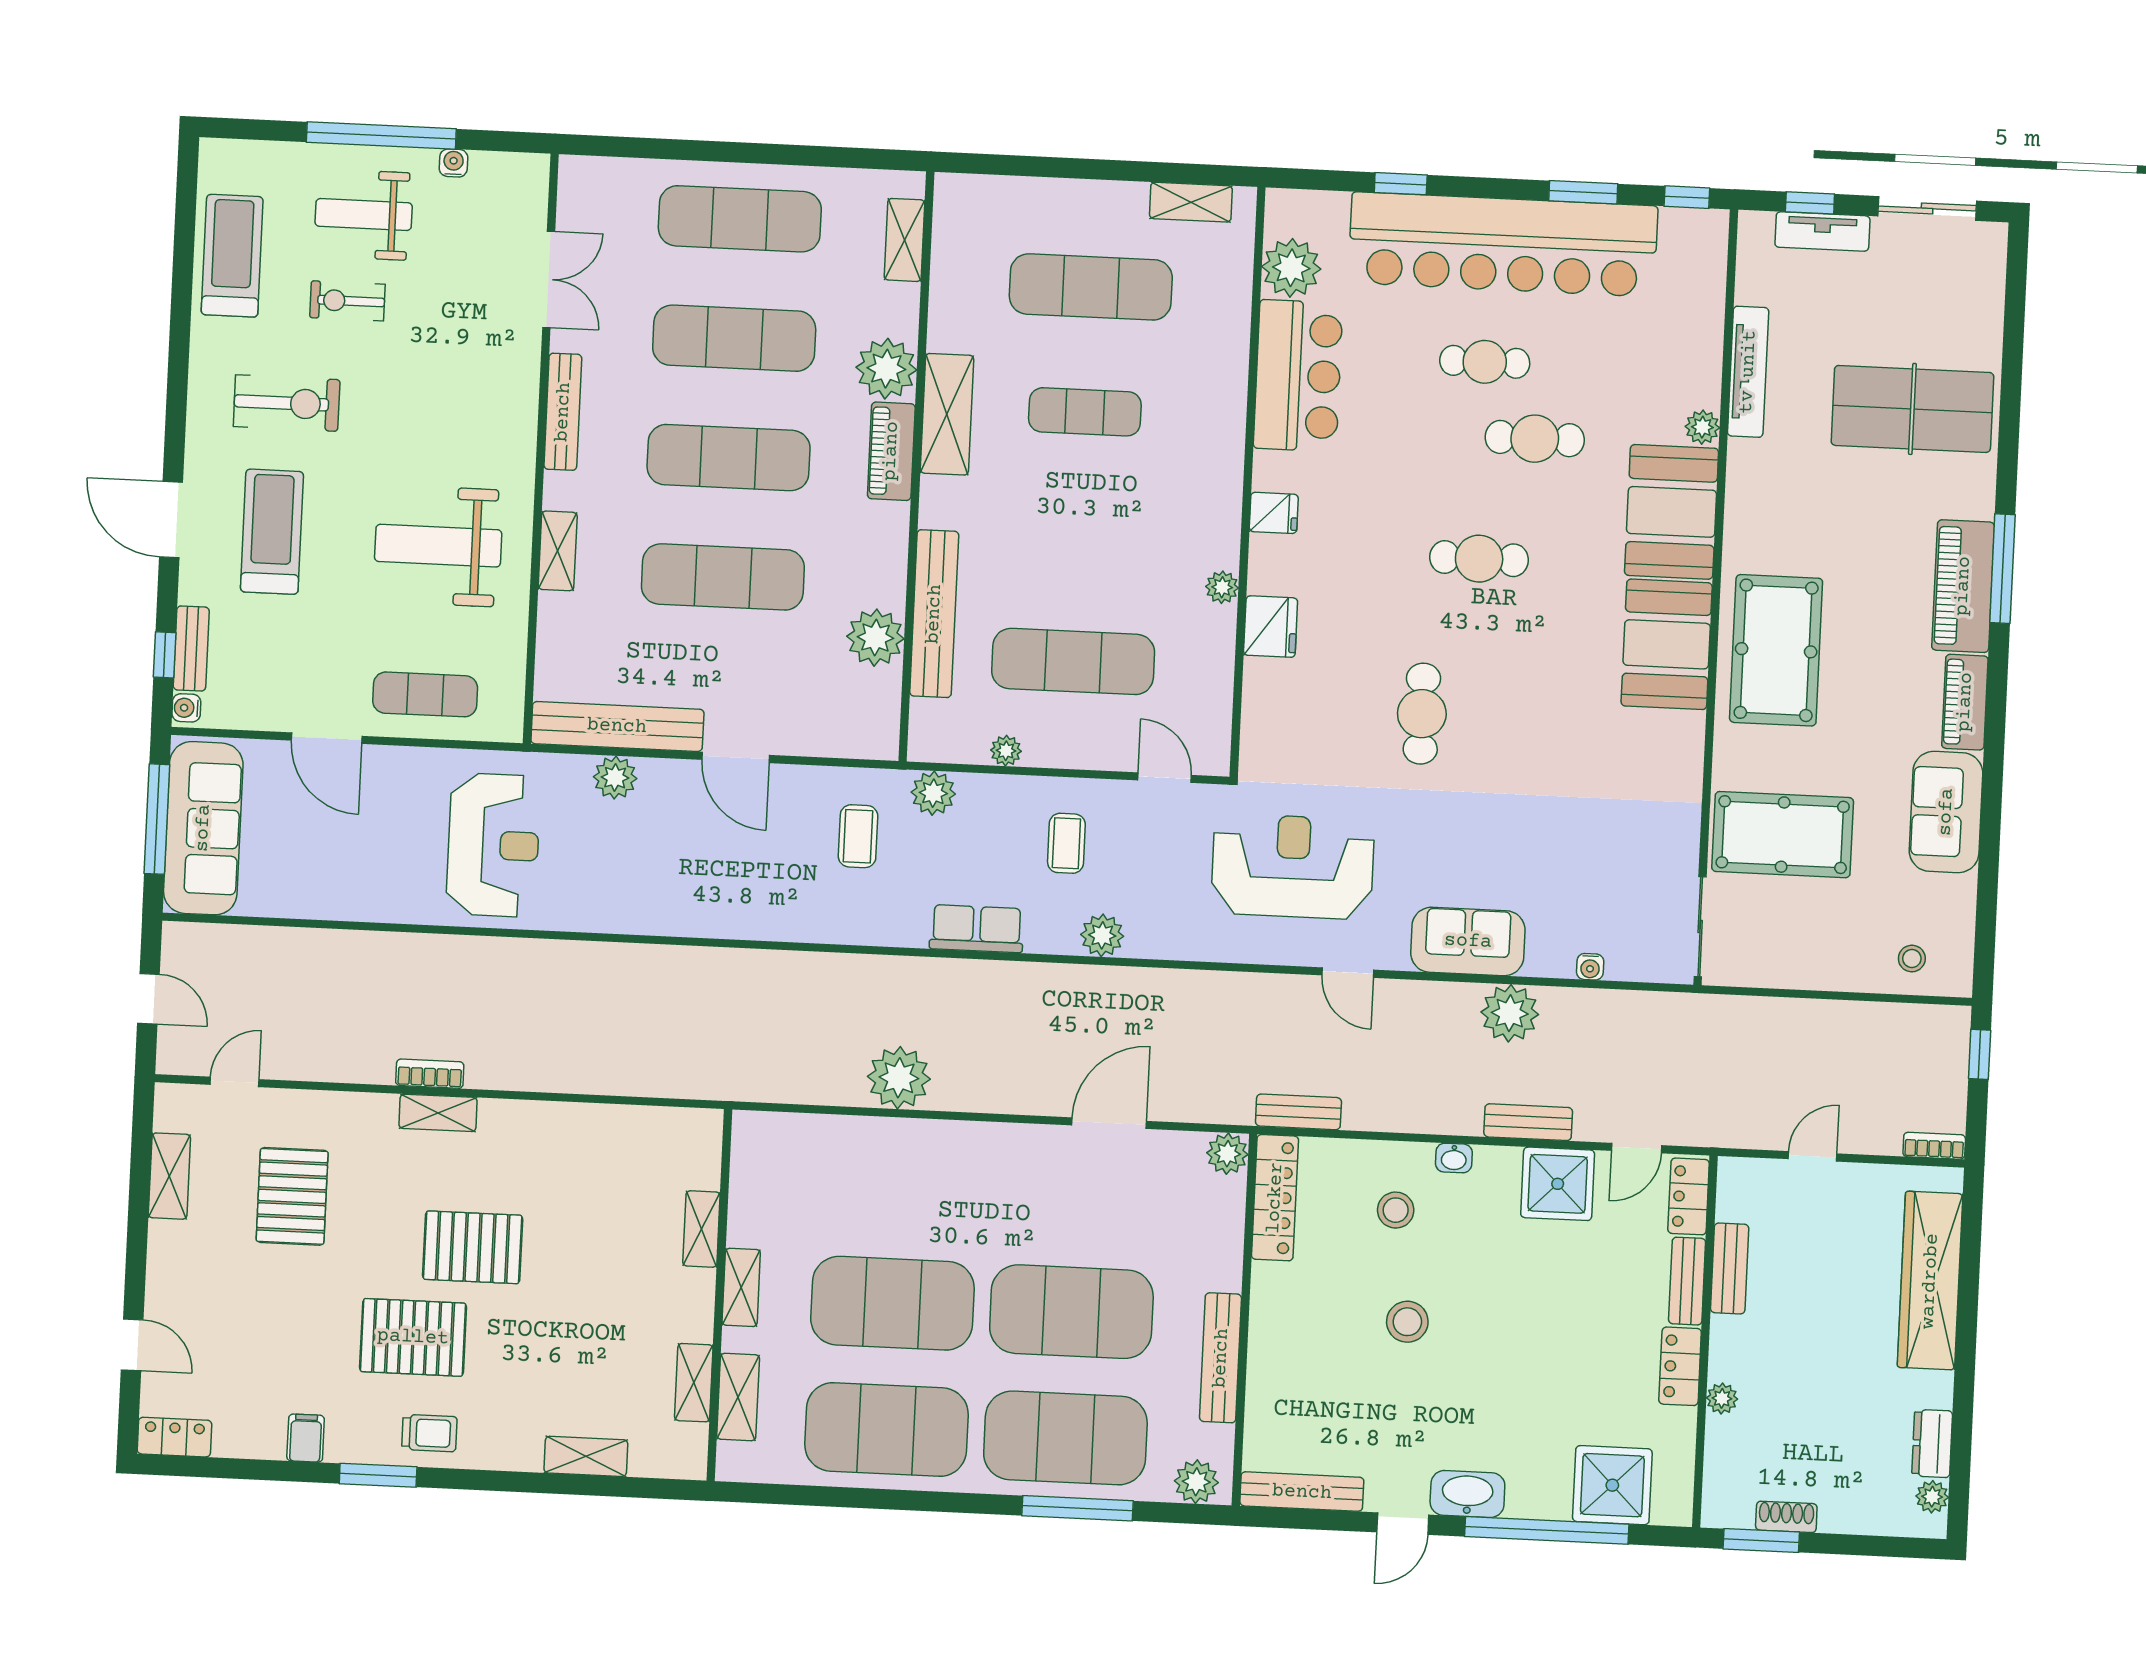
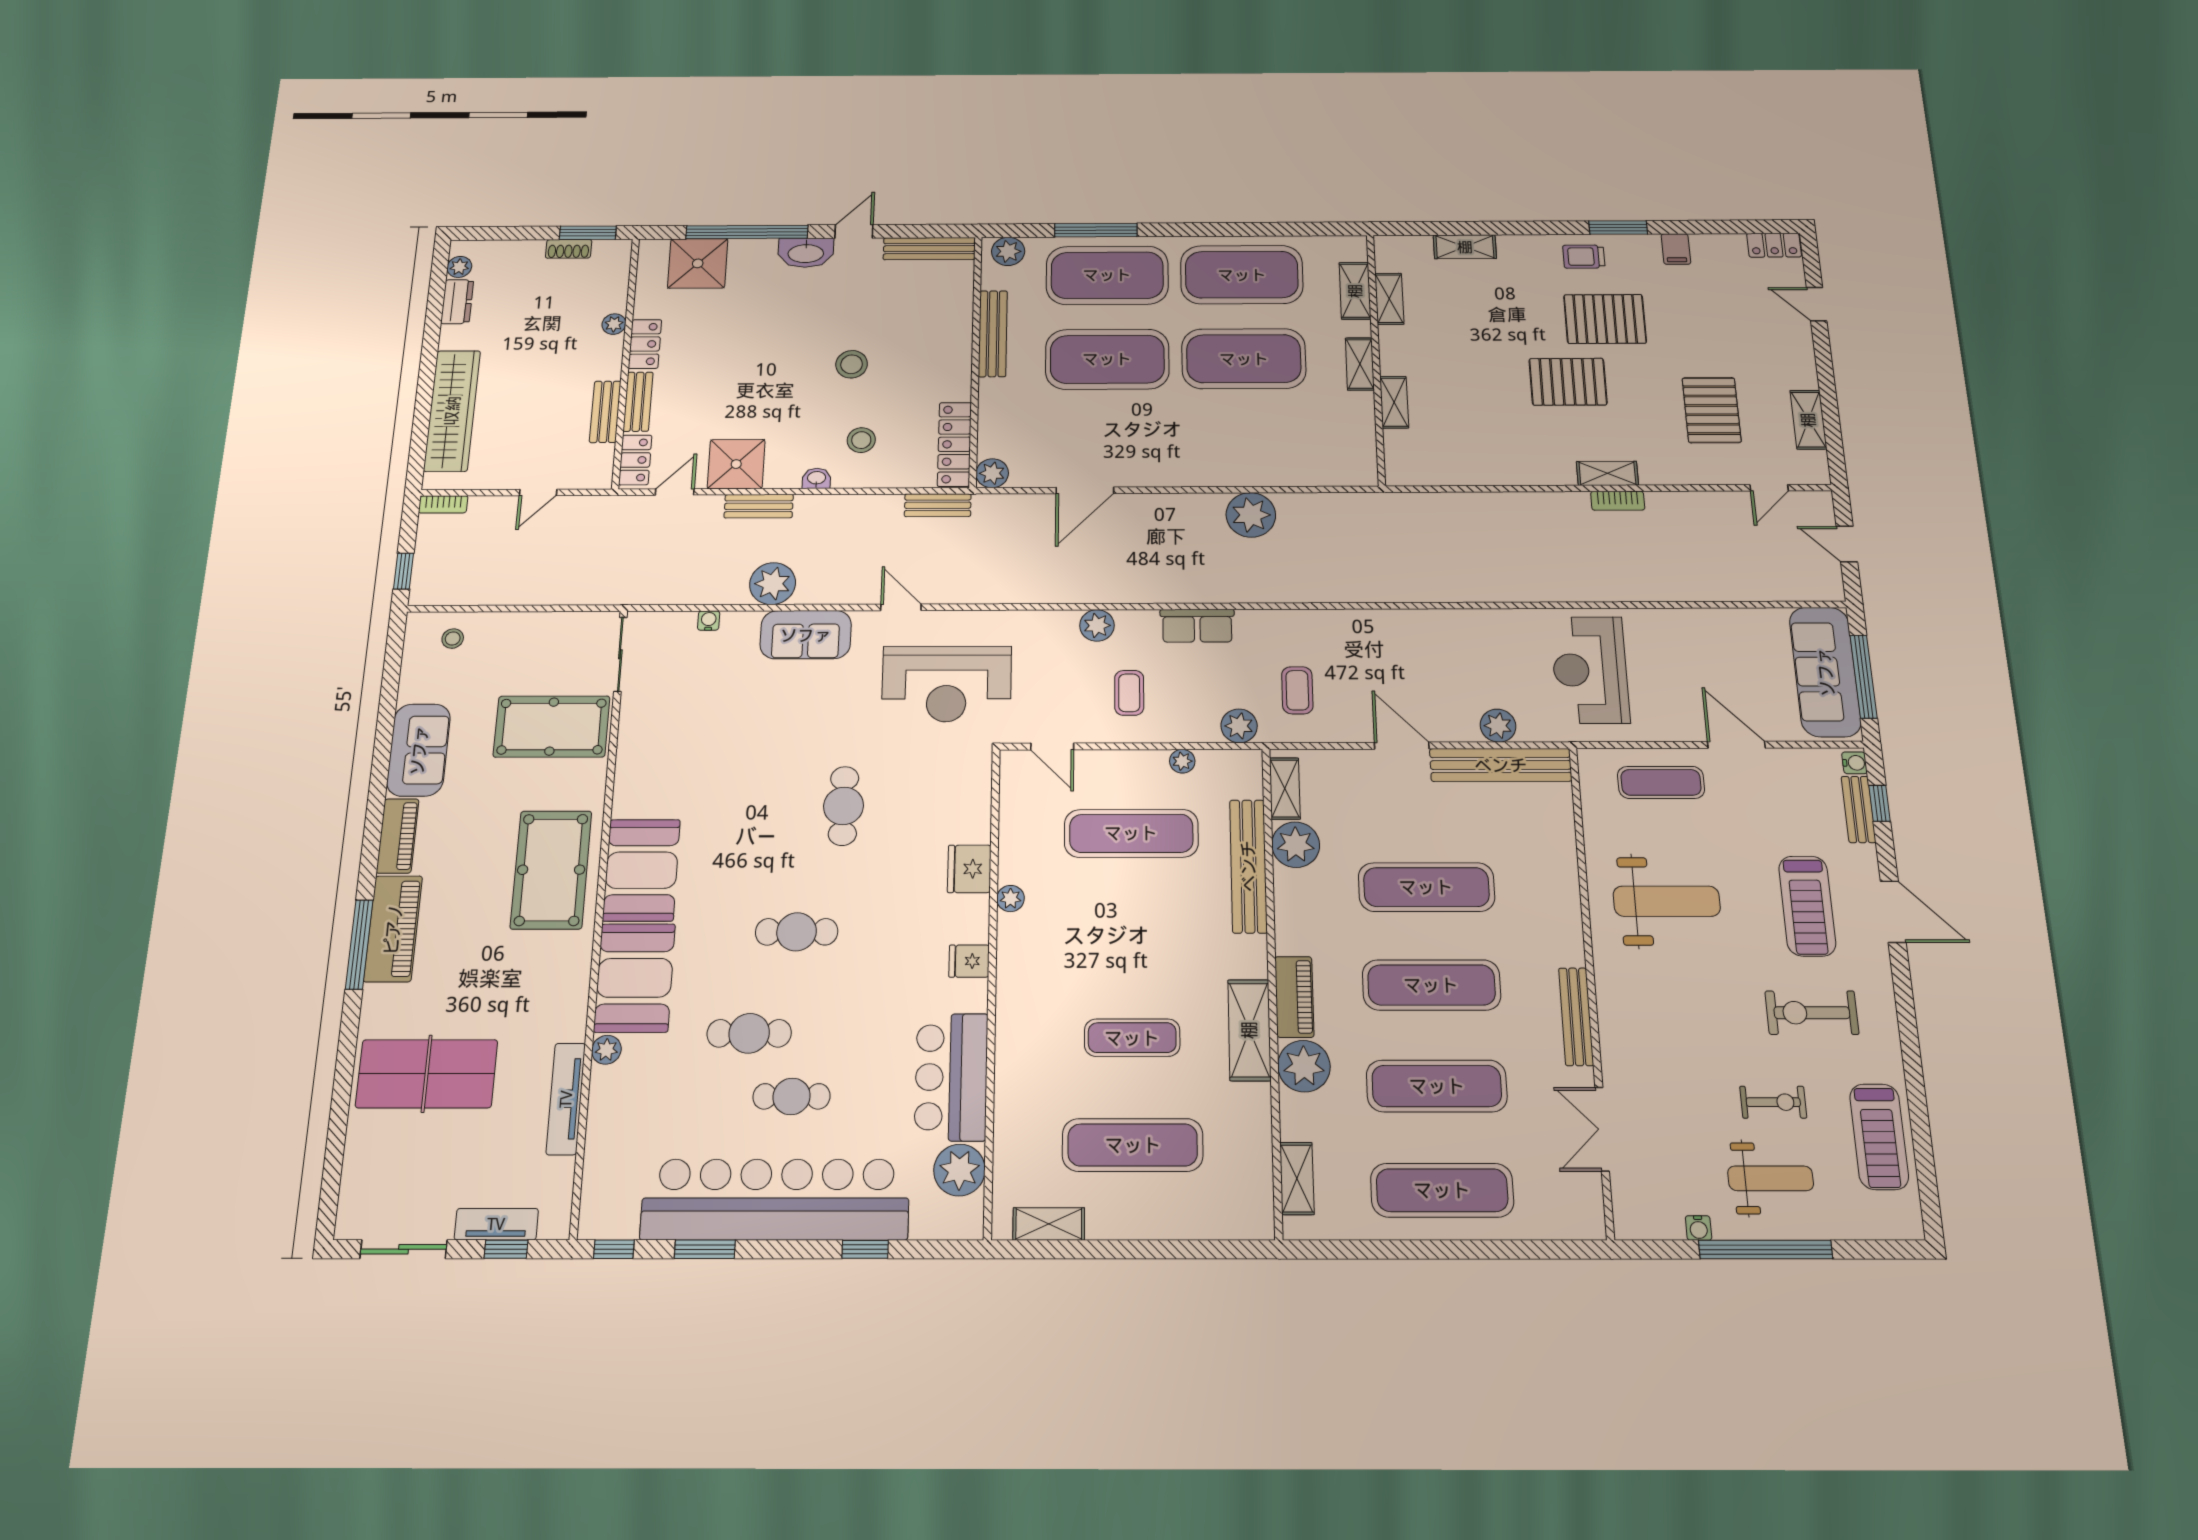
shelving: (558, 551) -> (1285, 788), moved

